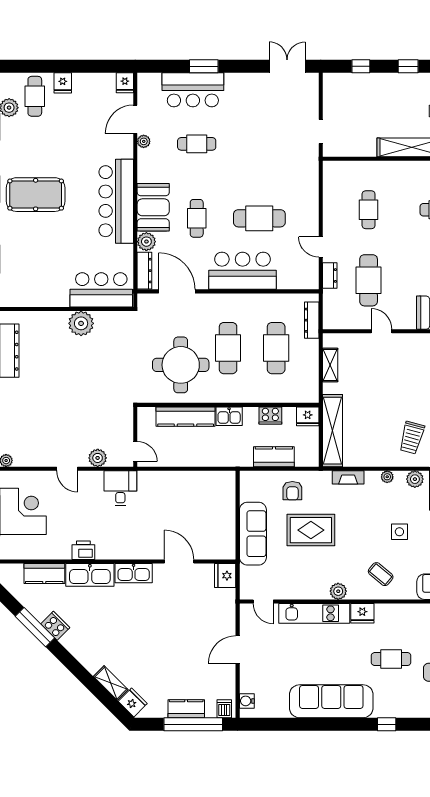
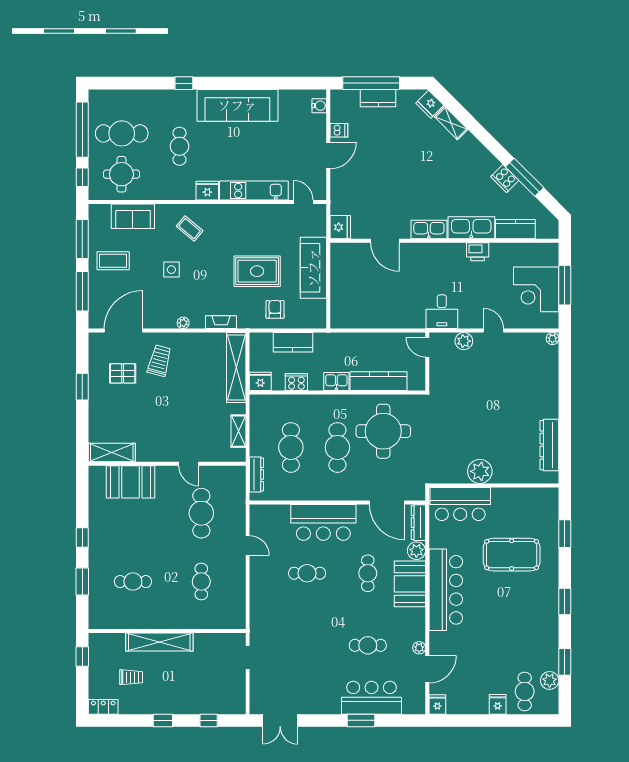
pool table: (36, 195) -> (512, 555), moved
cafe table: (259, 218) -> (307, 573), width x0.73, depth x0.74
dresser: (330, 275) -> (239, 518), removed
plant: (415, 479) -> (156, 321), removed
plant: (338, 591) -> (231, 212), removed
cafe table: (391, 659) -> (180, 146), turned 90
dishwasher: (224, 709) -> (339, 130), moved, turned -90

